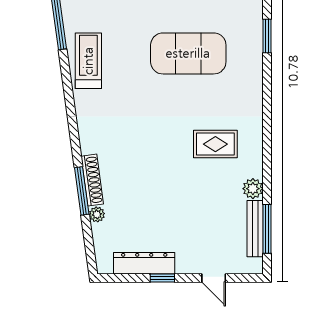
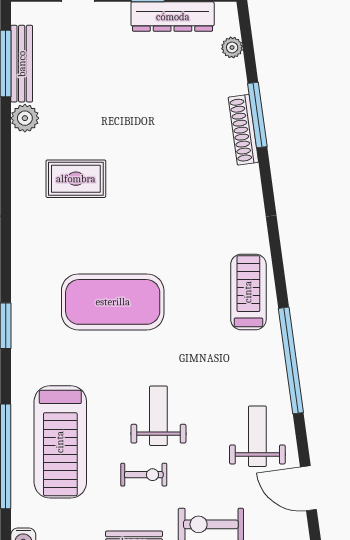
treadmill: (88, 61) -> (248, 292), turned 180
plant: (97, 214) -> (232, 47), moved

